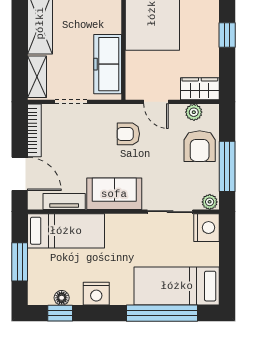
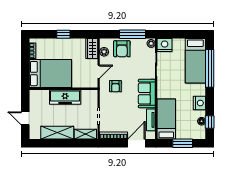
freezer: (108, 64) -> (65, 97), moved
armchair: (200, 146) -> (122, 49), turned 90

